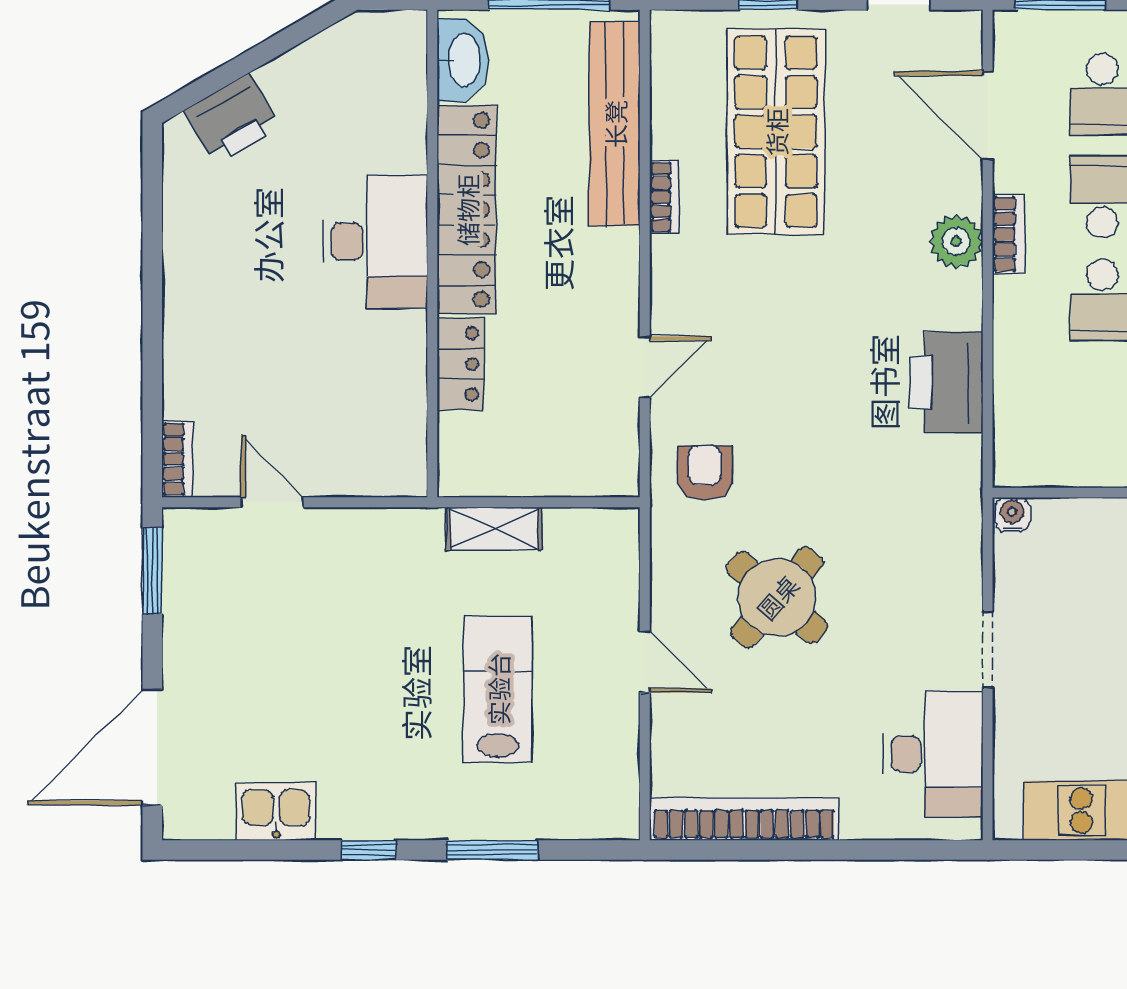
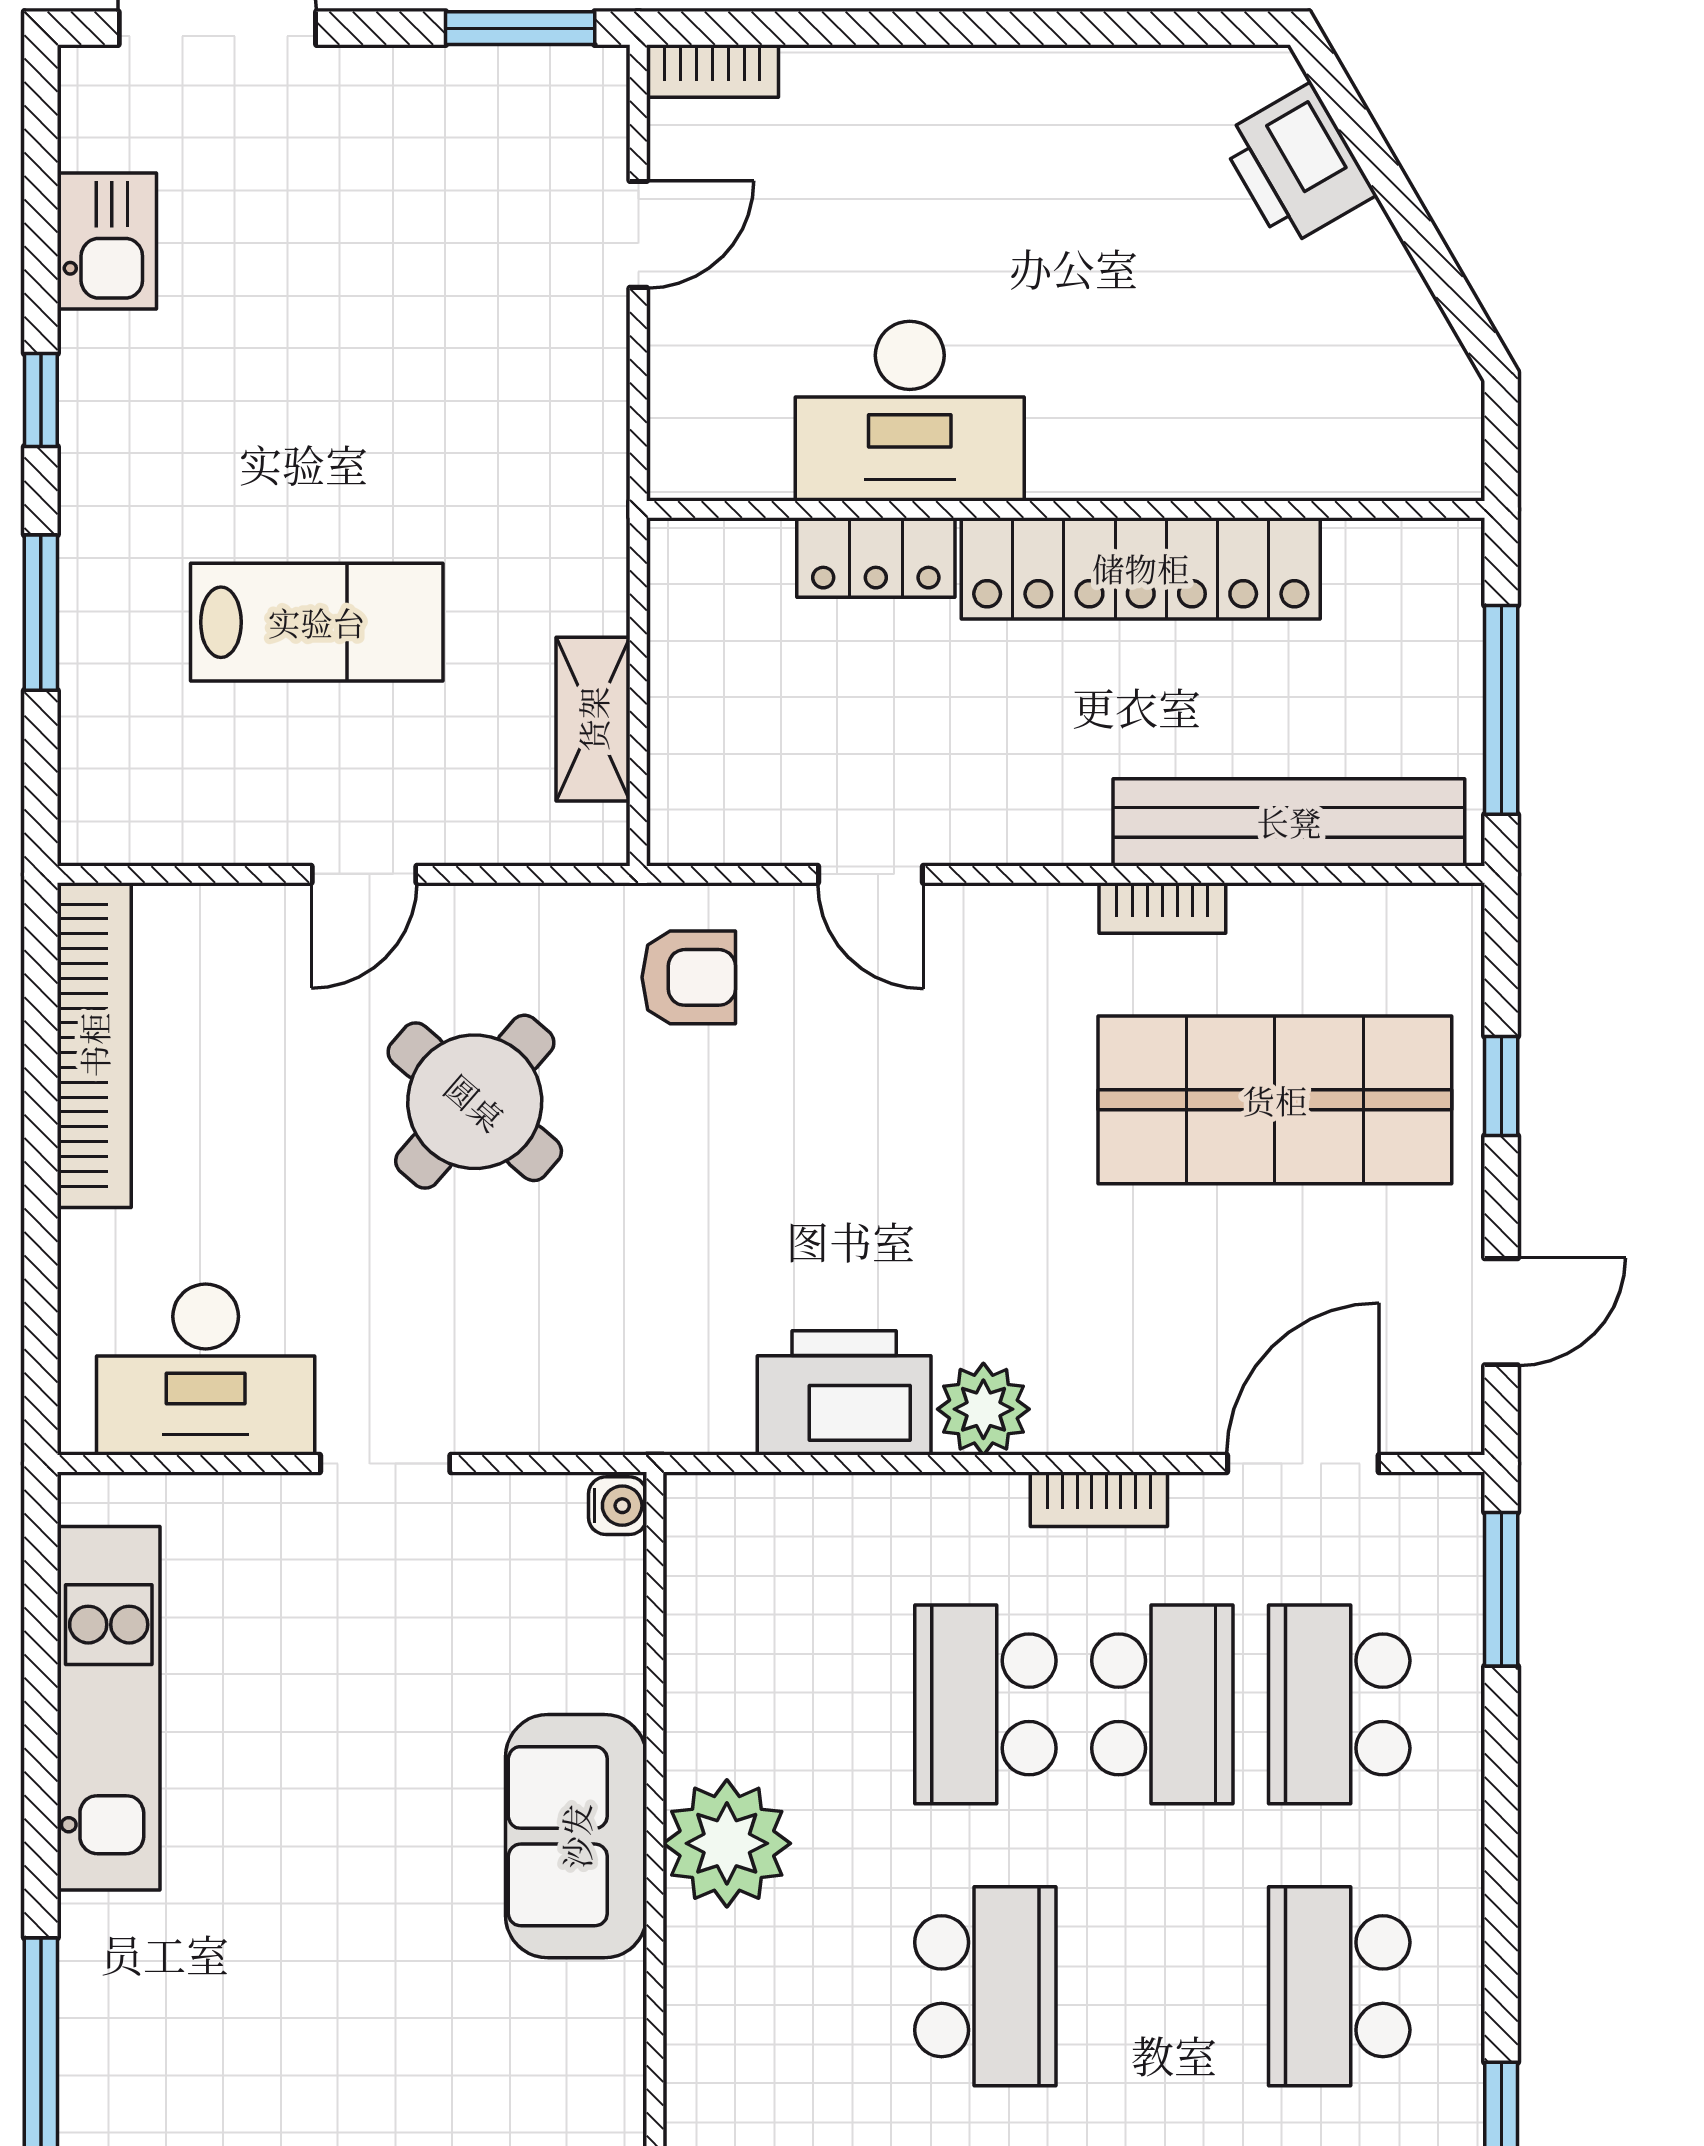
washbasin: (463, 60) -> (1398, 561), removed
plant: (956, 241) -> (983, 1409), moved
desk: (375, 242) -> (910, 411), moved
shelving: (494, 529) -> (593, 719), moved

